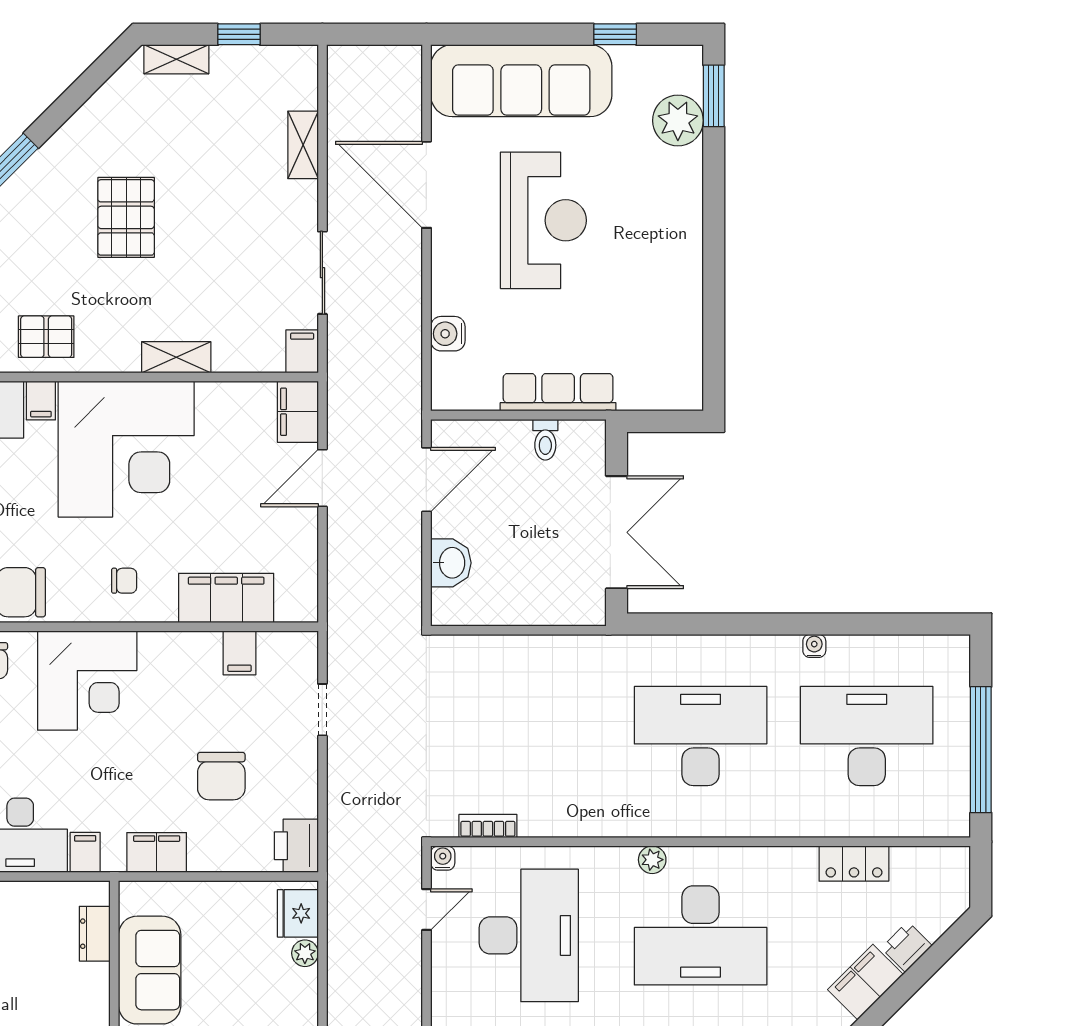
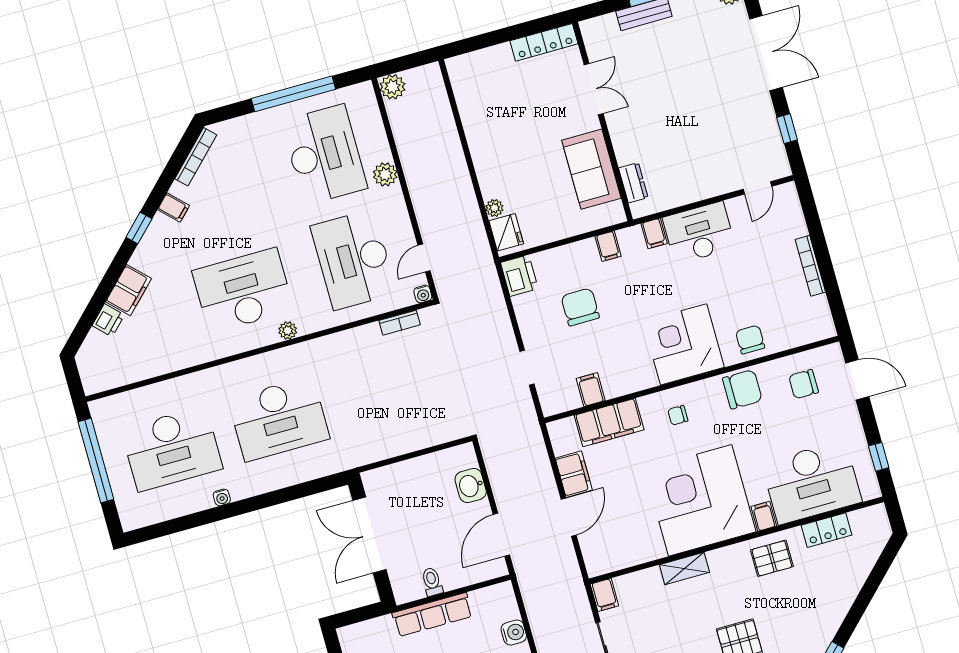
filing cabinet: (298, 412) -> (574, 474), moved
filing cabinet: (157, 852) -> (608, 246), width x0.50
locker: (854, 864) -> (157, 364), removed

